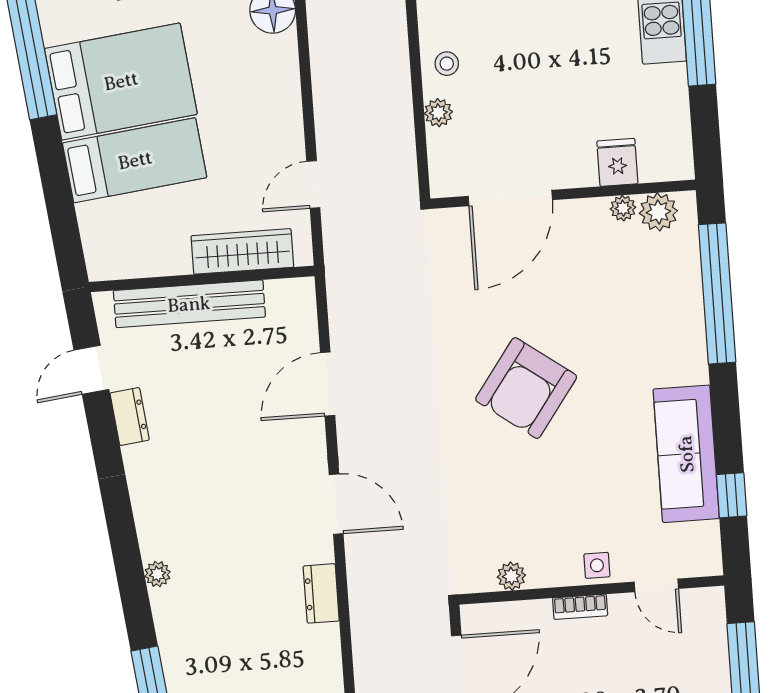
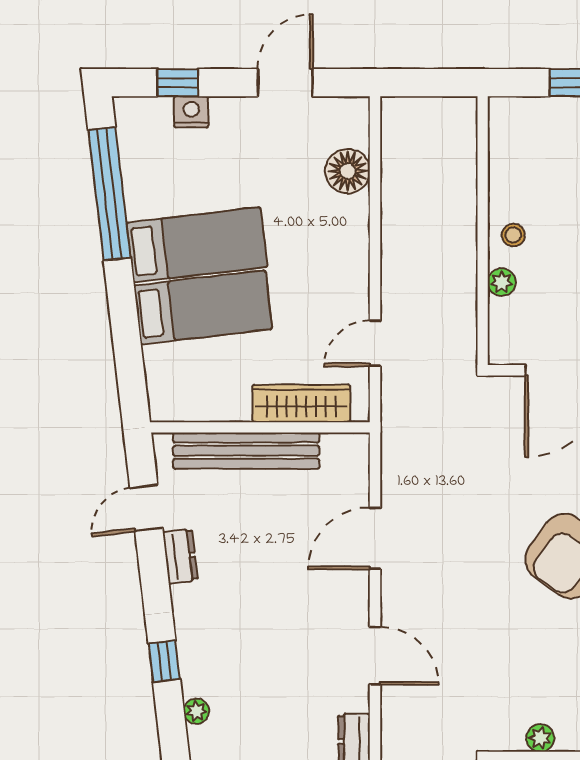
bed: (121, 81) -> (197, 245), width x0.67
window: (121, 525) -> (164, 661), added

